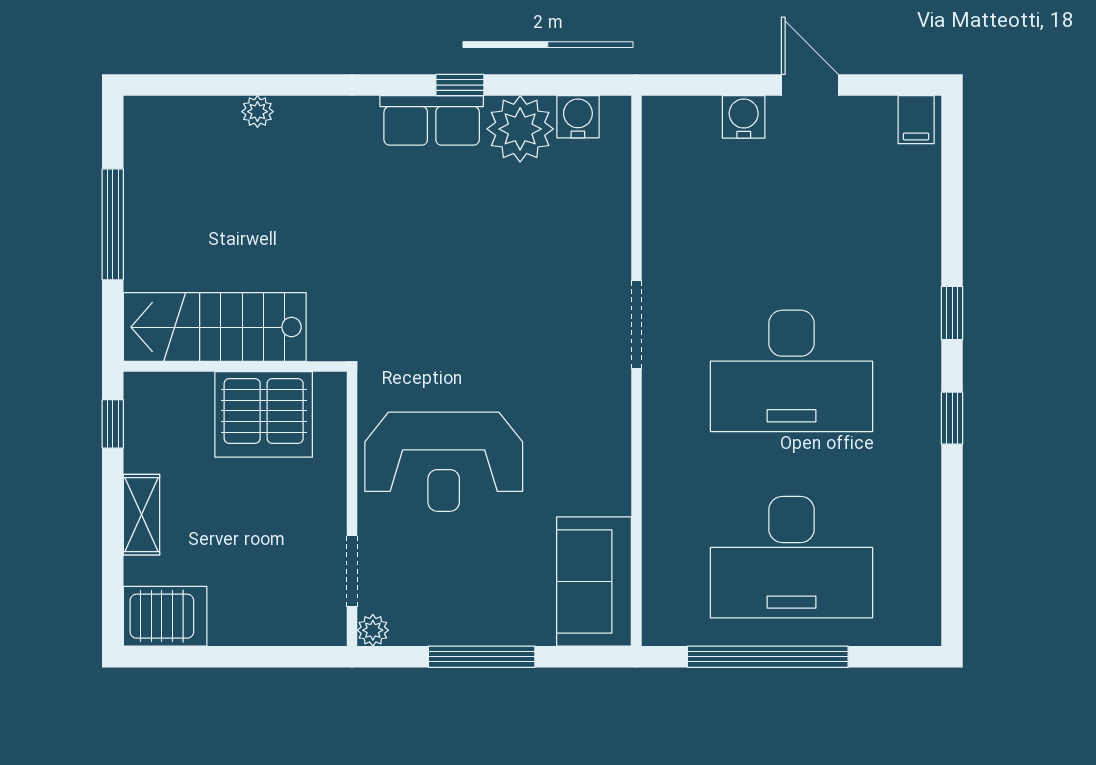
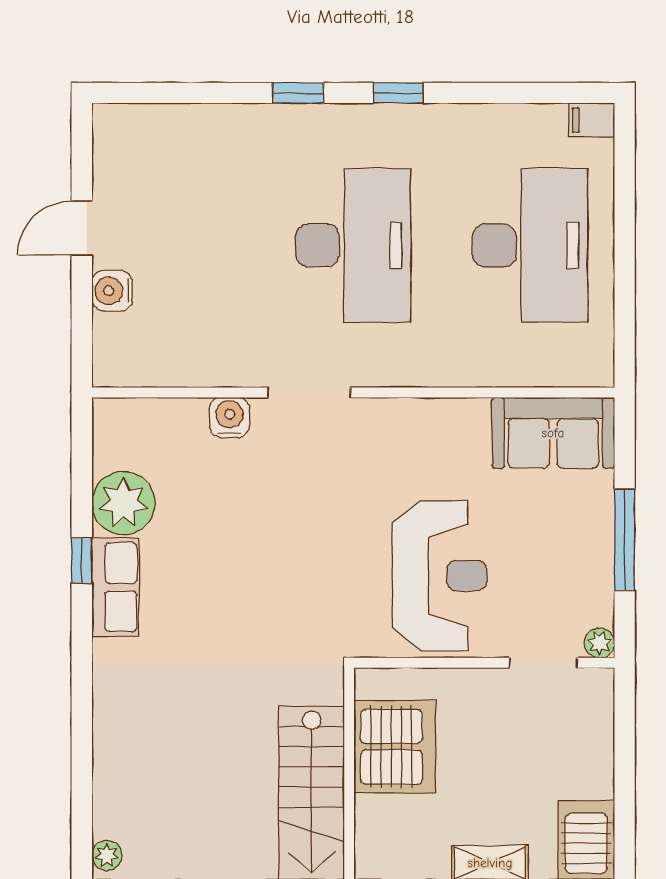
plant: (257, 112) -> (107, 856), moved
water cooler: (578, 117) -> (229, 417), moved, turned 90
filing cabinet: (916, 120) -> (592, 120), moved, turned 180
window: (768, 657) -> (625, 268), removed

